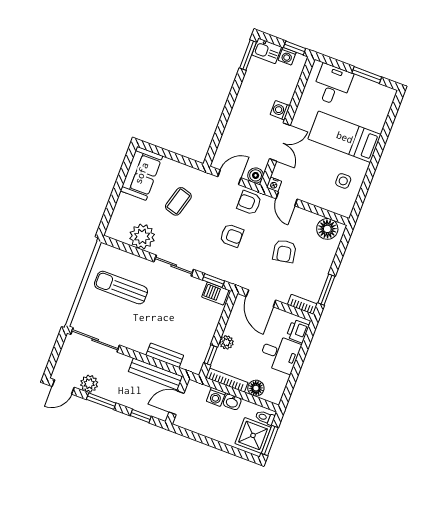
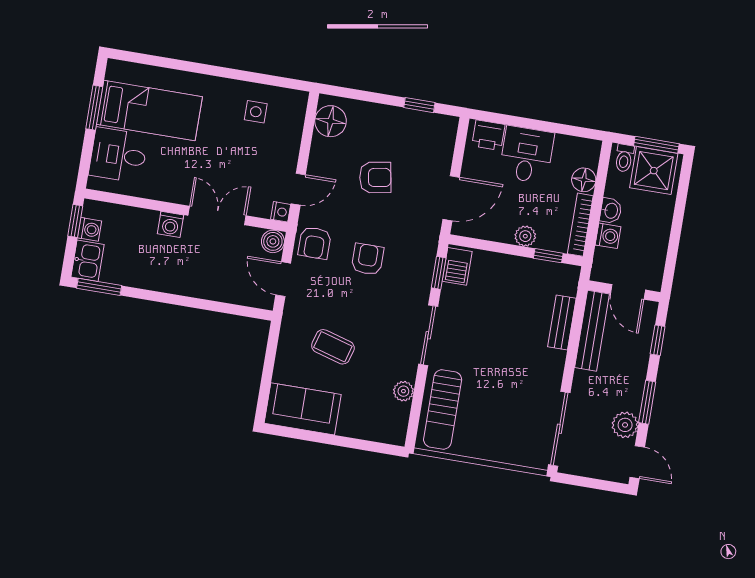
bed: (345, 137) -> (149, 110), moved, turned -90
plant: (142, 237) -> (403, 391), width x0.53, depth x0.53
sun lounger: (121, 288) -> (443, 409), moved
window: (326, 290) -> (419, 105), width x0.67
bookcase: (302, 304) -> (448, 136), removed

